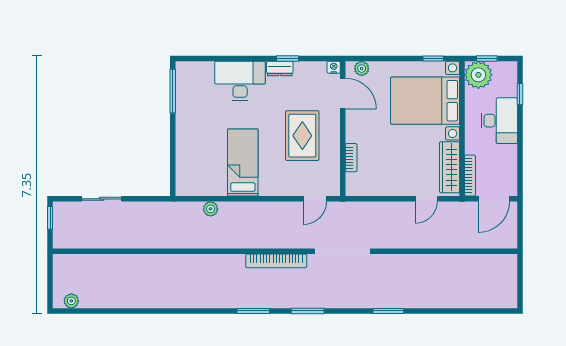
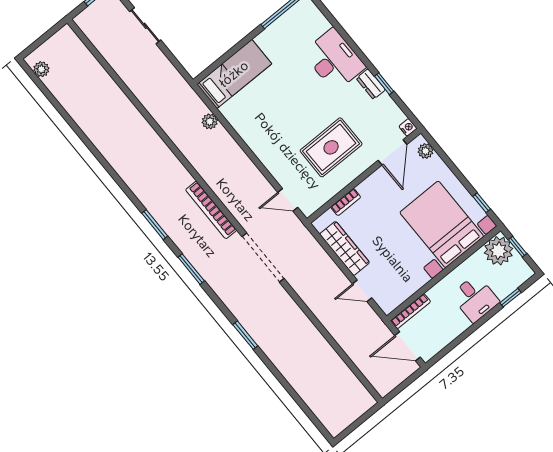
desk: (499, 121) -> (475, 298), width x0.73
bed: (243, 163) -> (234, 74), moved
wardrobe: (450, 167) -> (345, 248), moved, turned 90

